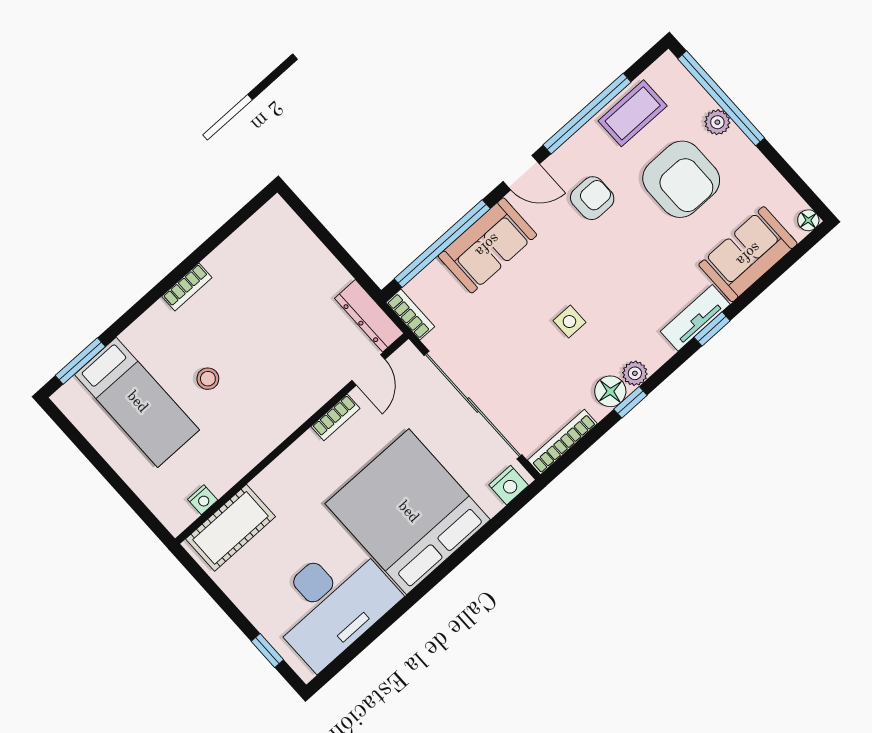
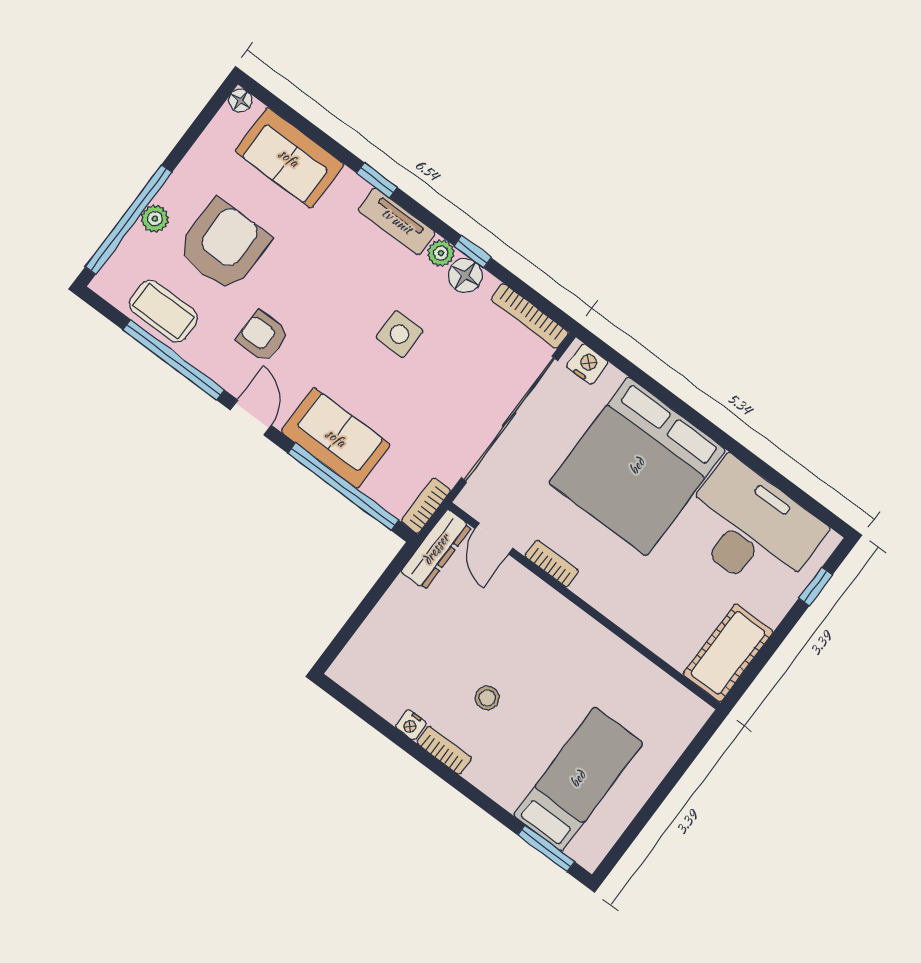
tv unit: (695, 318) -> (397, 221), moved
side table: (569, 322) -> (399, 334), width x1.37, depth x1.37
door: (368, 370) -> (494, 539), swing flipped
stool: (208, 379) -> (487, 698), moved
nightstand: (203, 500) -> (411, 725), moved, turned 180
cot: (230, 528) -> (728, 653), moved, turned 90

